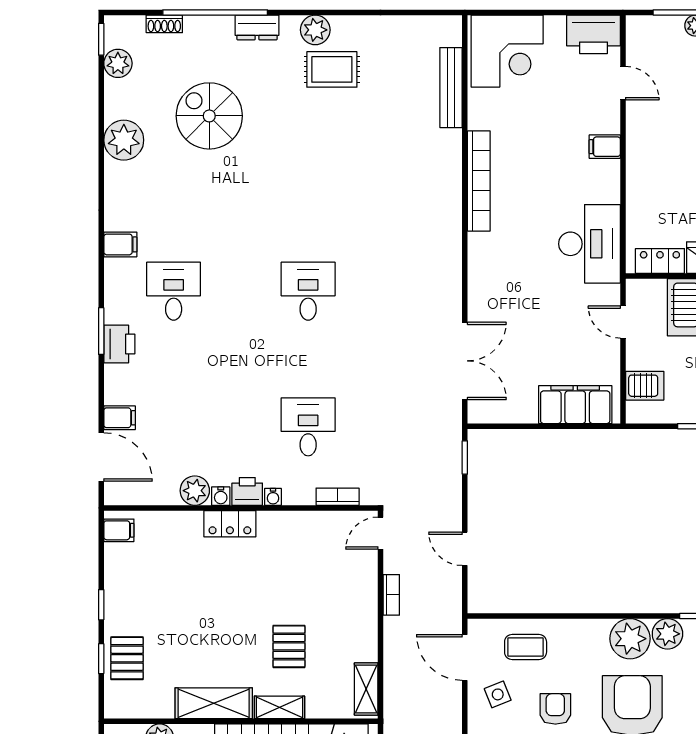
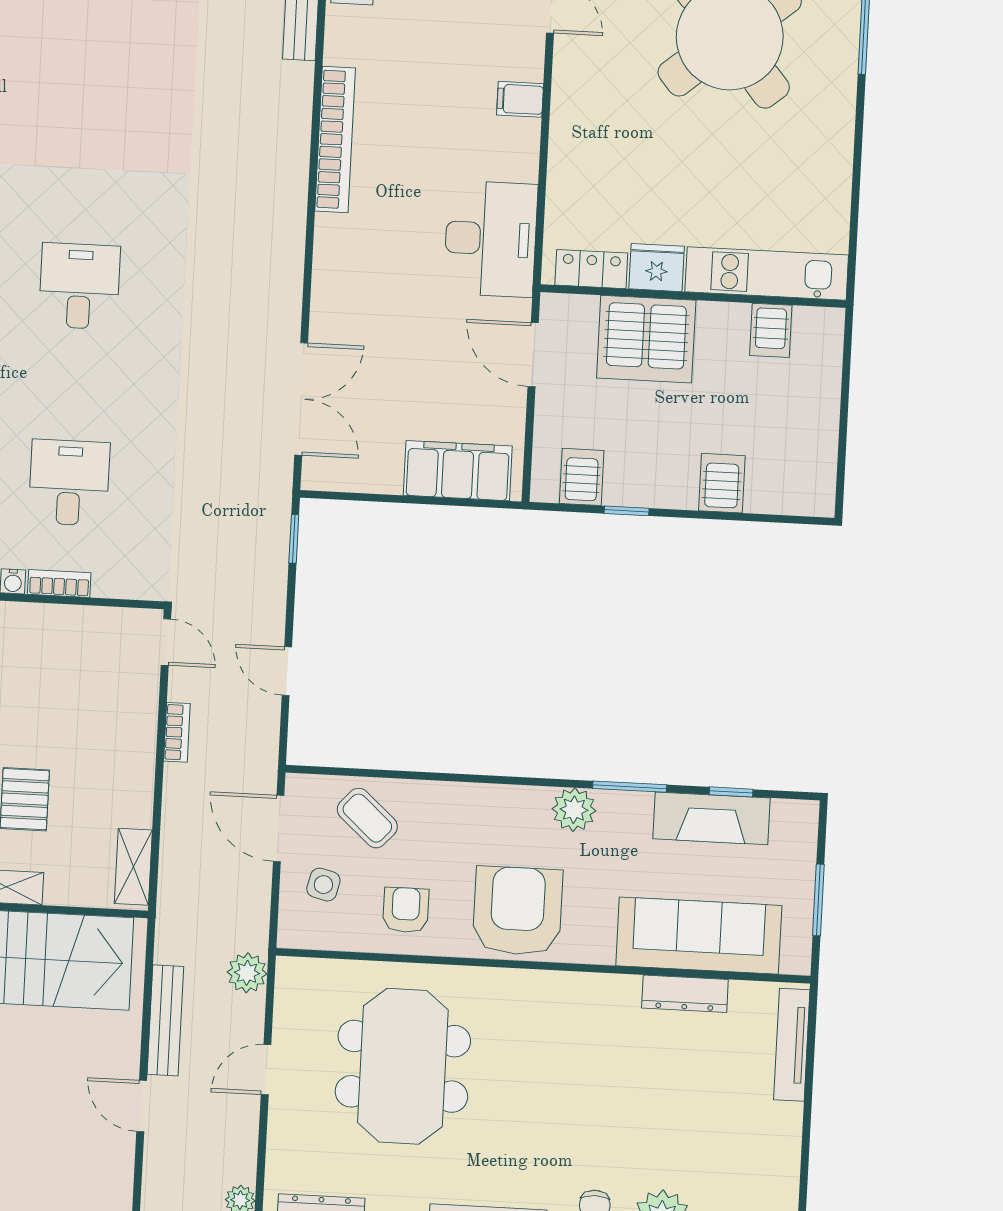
door: (623, 322) -> (533, 355), width x1.38
server rack: (645, 386) -> (582, 477), moved, turned -90
bookcase: (338, 497) -> (59, 583), moved
door: (381, 533) -> (166, 642), swing flipped
plant: (630, 639) -> (519, 814), removed
coffee table: (526, 647) -> (367, 818), turned 42
side table: (498, 694) -> (323, 885), turned 36

